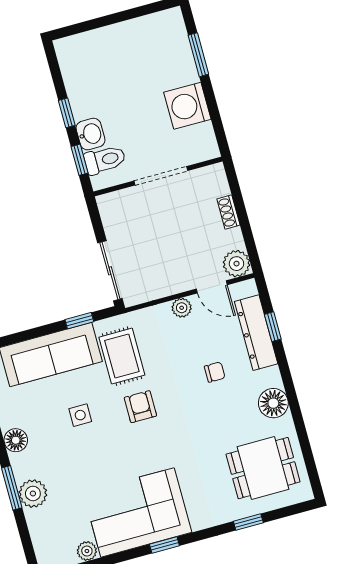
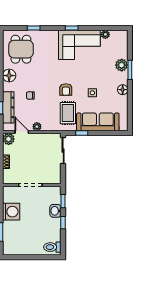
toilet: (105, 160) -> (52, 247), moved
dining table: (263, 468) -> (21, 49), turned 90

